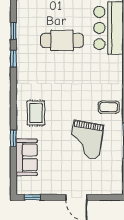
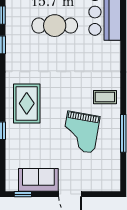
rug: (36, 113) -> (27, 103), width x1.36, depth x1.43
sofa: (27, 157) -> (38, 180), moved, turned -90

